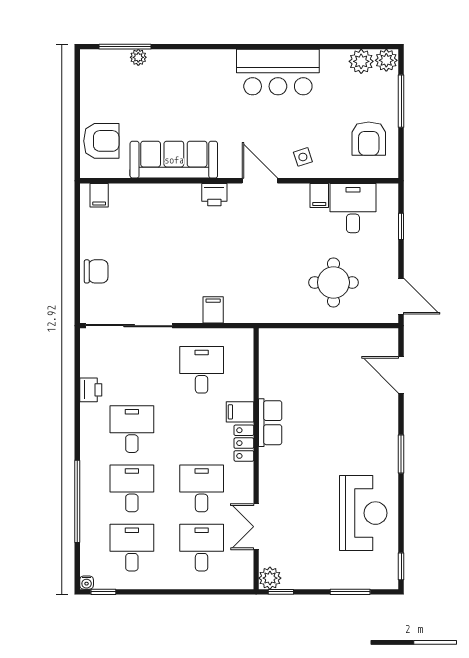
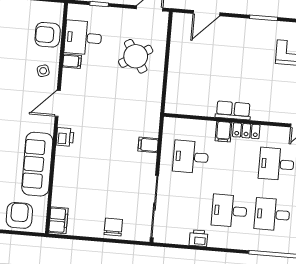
armchair: (369, 139) -> (48, 35), moved, turned 180
filing cabinet: (99, 195) -> (58, 220), width x2.00
round table: (333, 282) -> (136, 56), turned -32

